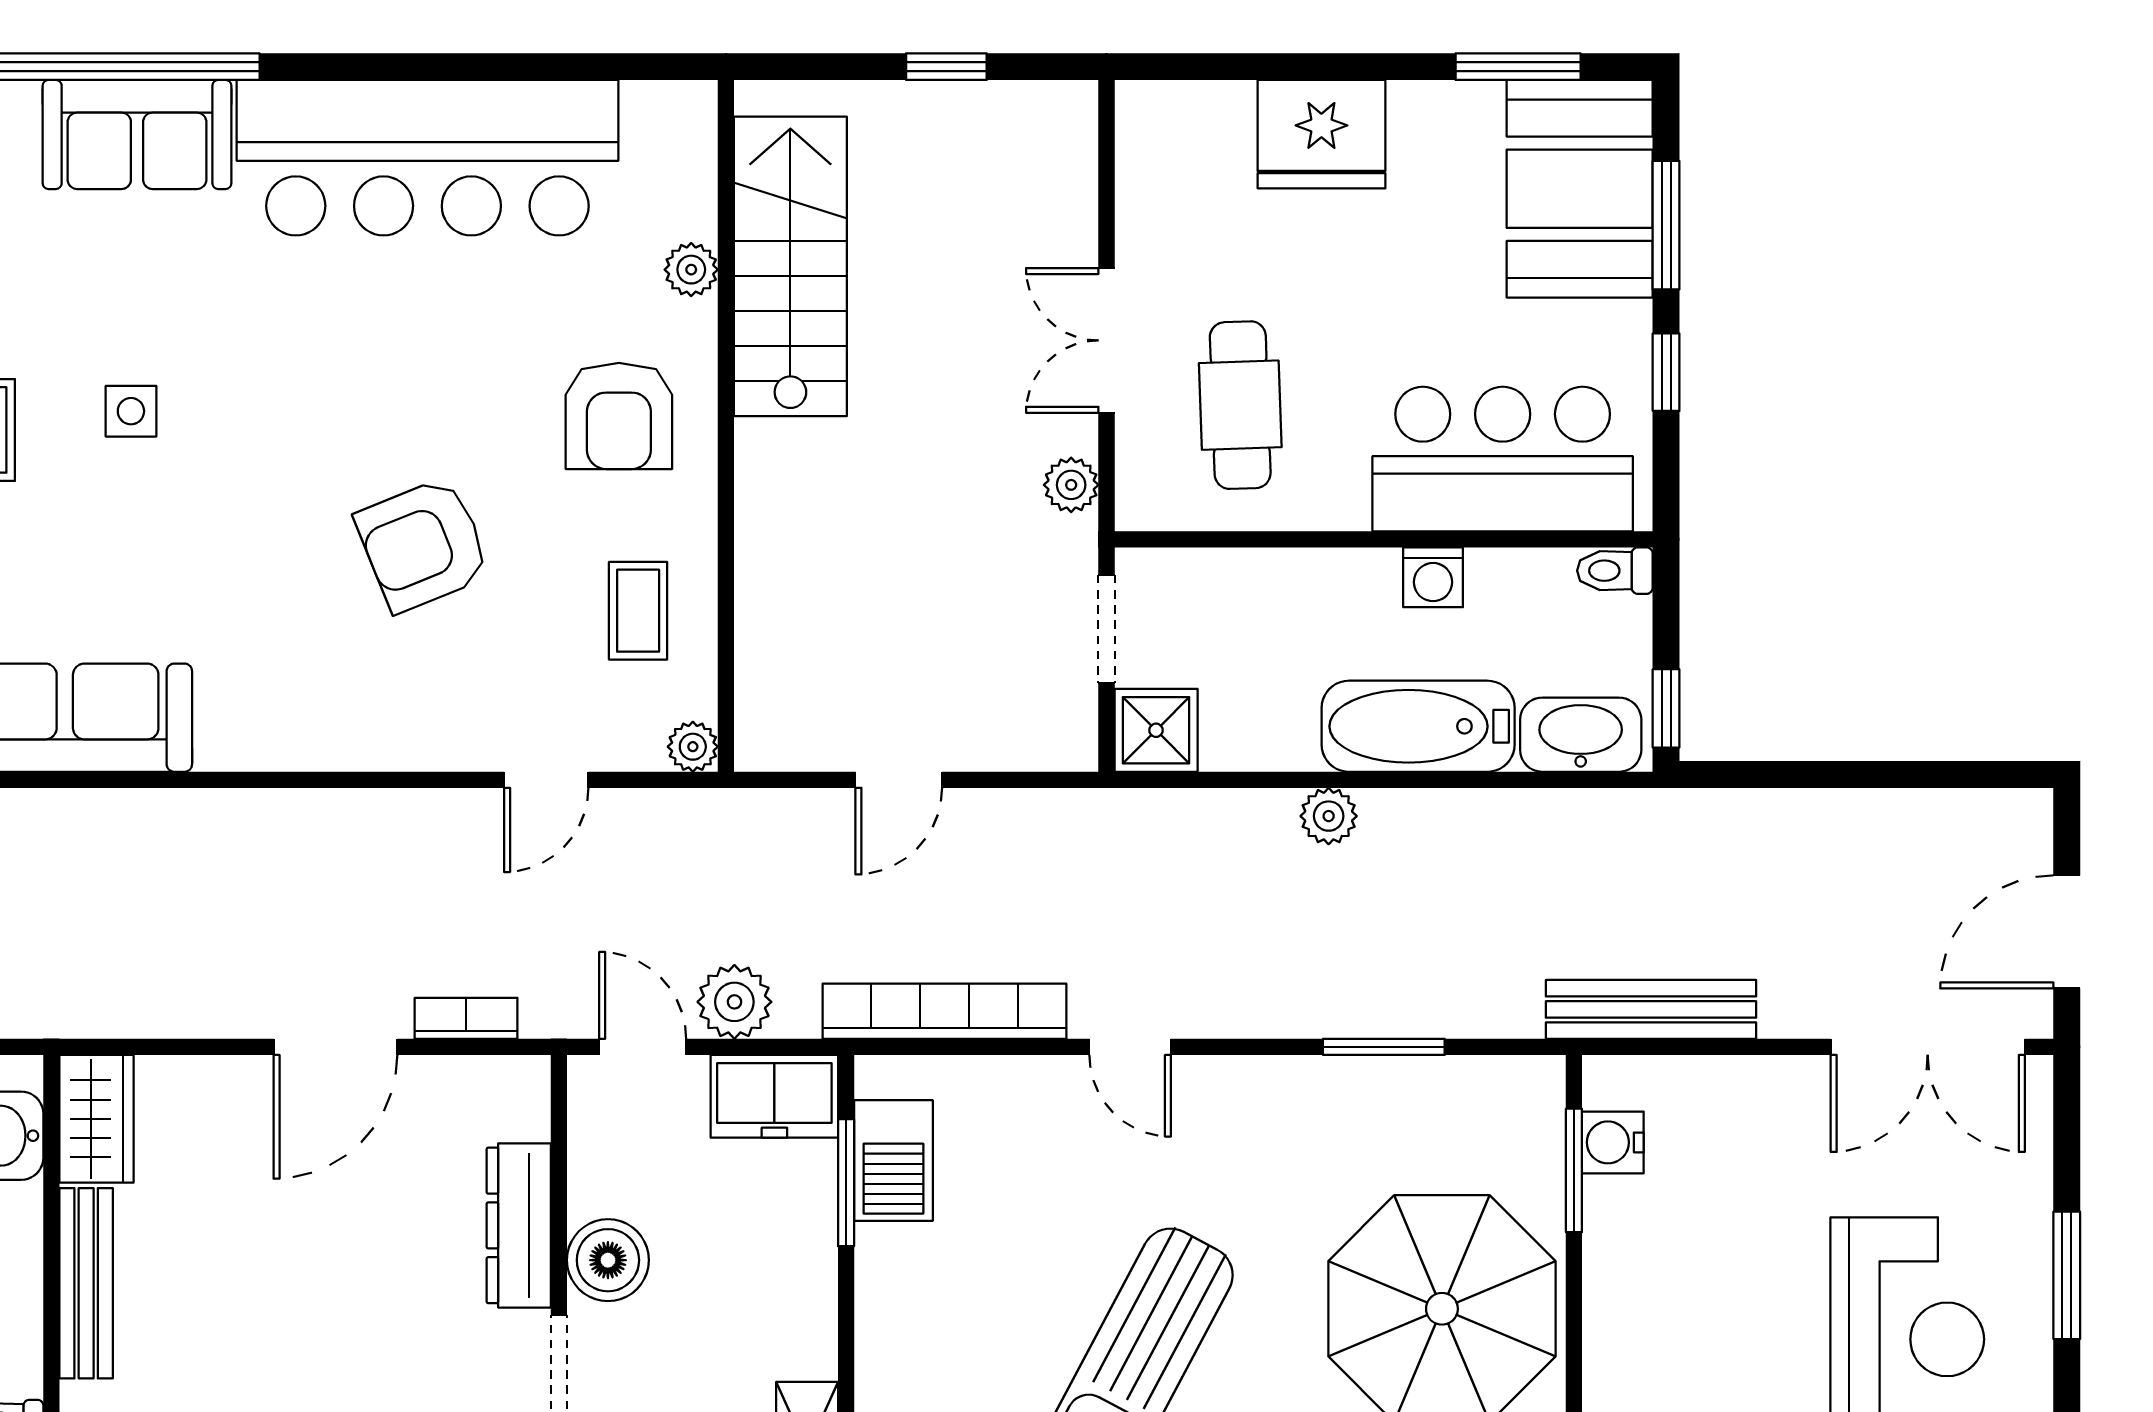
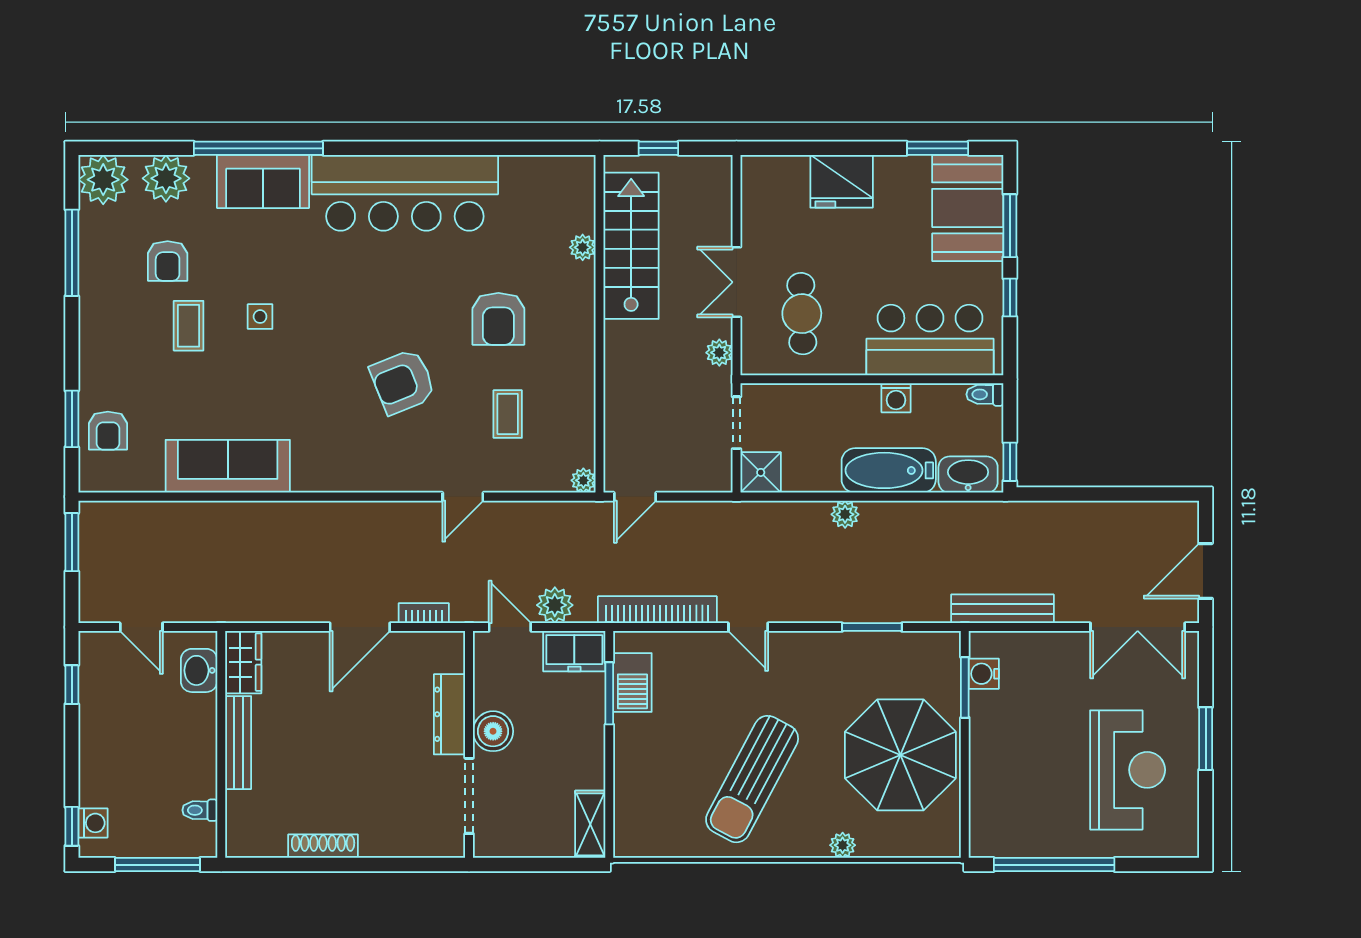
stairs: (790, 266) -> (631, 246), moved
plant: (691, 270) -> (583, 247), moved
wall: (726, 426) -> (600, 324), moved
plant: (693, 747) -> (583, 480), moved

